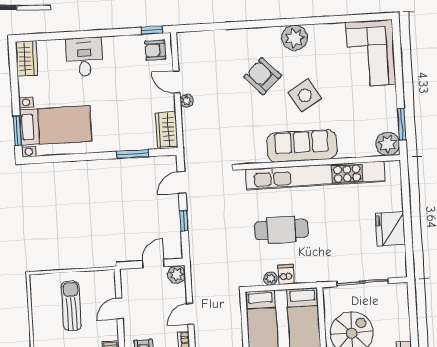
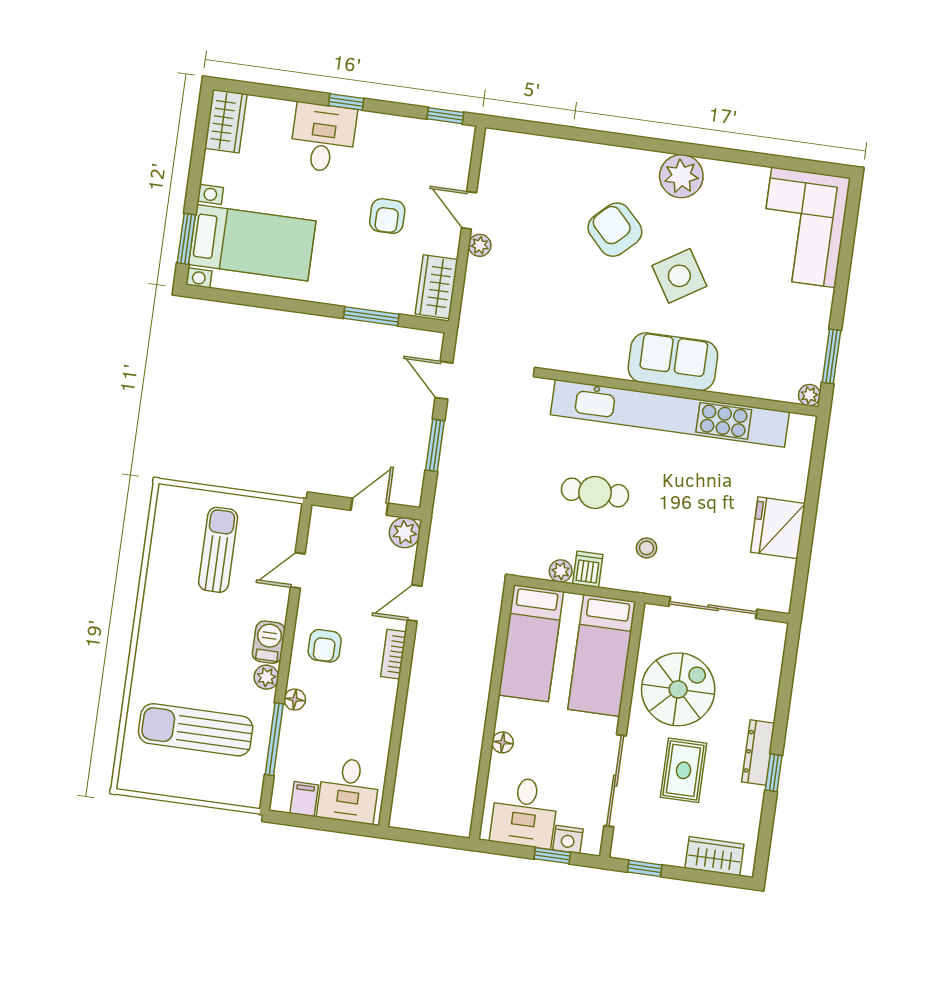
window: (93, 34) -> (346, 102), added
armchair: (155, 50) -> (387, 216), moved, turned -90
plant: (388, 144) -> (809, 395), width x0.53, depth x0.53
sofa: (302, 146) -> (673, 362), width x0.73
door: (182, 182) -> (444, 380), hinge flipped
window: (184, 221) -> (435, 445), width x1.50
cafe table: (281, 230) -> (595, 492), width x0.73, depth x0.74
stool: (317, 256) -> (647, 548), added

